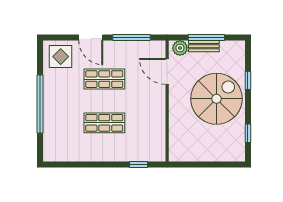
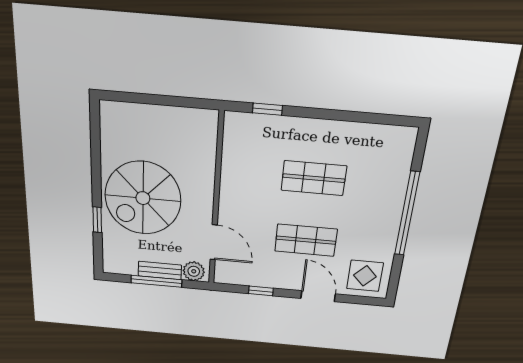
window: (131, 37) -> (261, 291), width x0.46
window: (248, 133) -> (96, 143), removed

